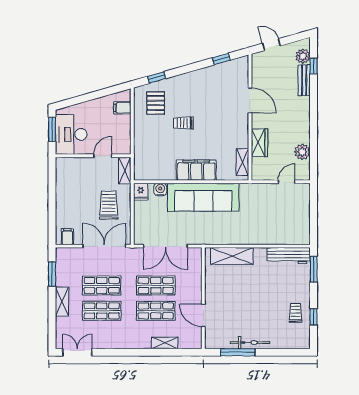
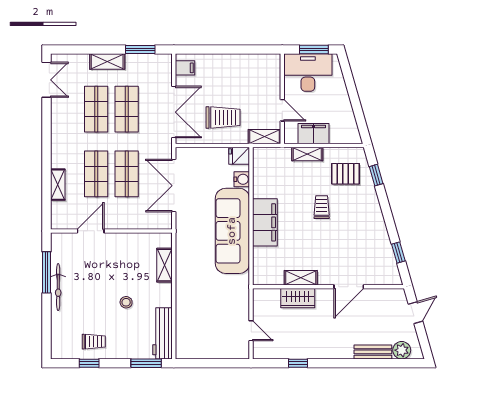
window: (314, 66) -> (298, 363), moved
filing cabinet: (122, 108) -> (314, 134), moved, width x2.00
shelving: (139, 135) -> (307, 154), added
plant: (302, 152) -> (287, 350), removed
shelving: (242, 162) -> (301, 278), moved
shelving: (232, 256) -> (165, 265), width x0.67, depth x0.75
stool: (263, 286) -> (126, 302), added

